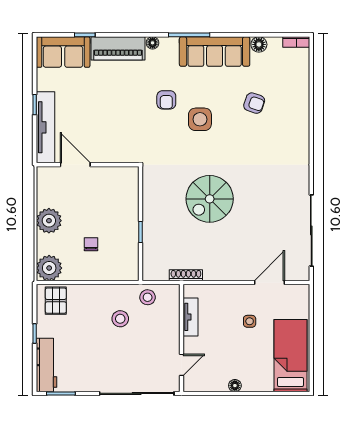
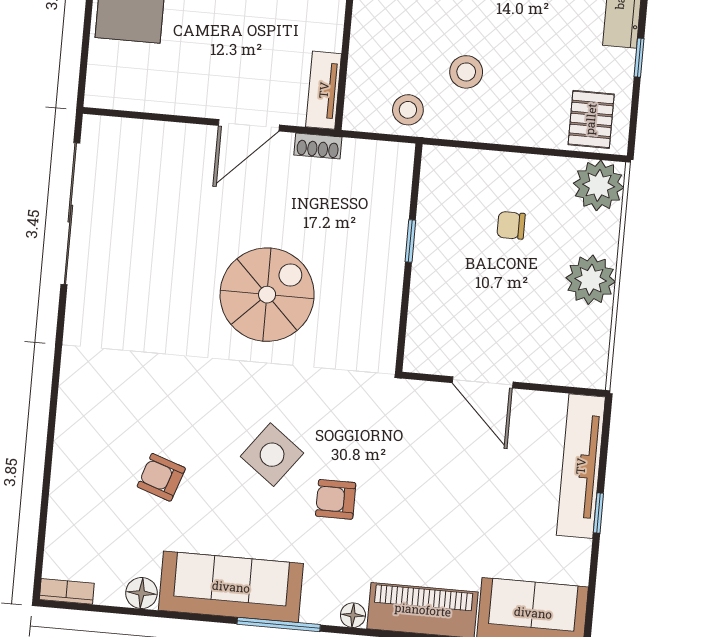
armchair: (166, 100) -> (336, 499), turned -90
side table: (200, 119) -> (272, 455), turned 37
door: (75, 165) -> (483, 382), moved
chair: (91, 244) -> (511, 225), turned 90
shoe rack: (186, 275) -> (318, 146), width x0.70
door: (269, 282) -> (249, 125), moved
tv unit: (190, 317) -> (324, 90), moved
side table: (250, 321) -> (209, 44), removed

